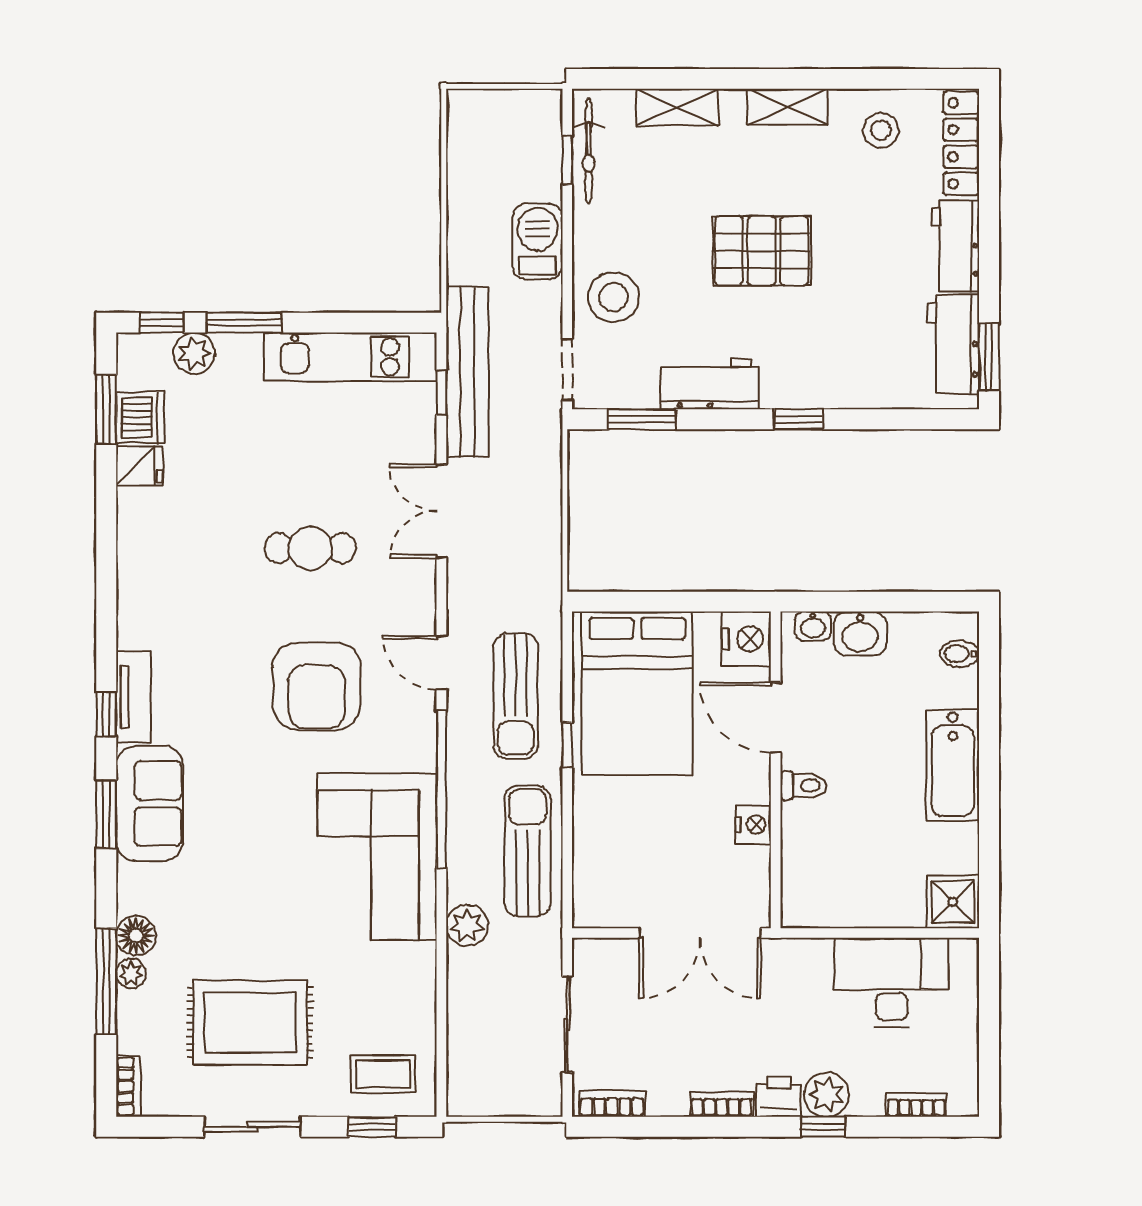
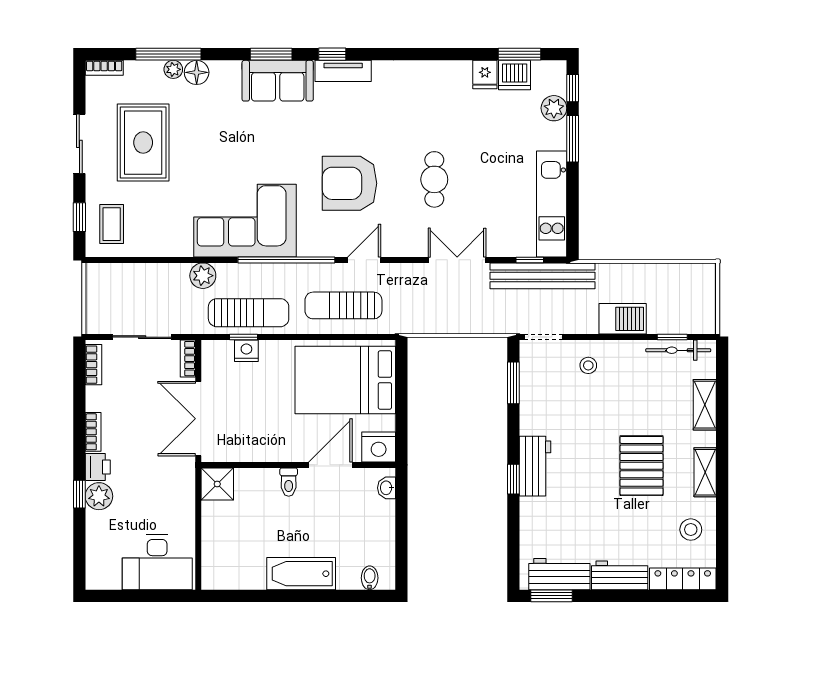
pallet: (761, 251) -> (642, 466), moved
stool: (613, 297) -> (588, 365), width x0.53, depth x0.53
workbench: (710, 384) -> (535, 466), moved
washbasin: (860, 634) -> (382, 517), removed
window: (567, 745) -> (243, 337), moved
nightstand: (753, 825) -> (246, 351), moved, turned 180
shower: (953, 902) -> (217, 484), moved
desk: (892, 982) -> (157, 562), moved, turned 90
bookcase: (916, 1105) -> (188, 359), moved, turned 180

